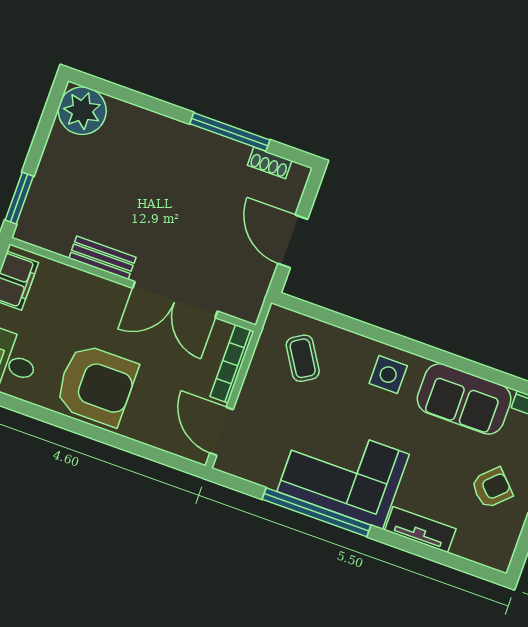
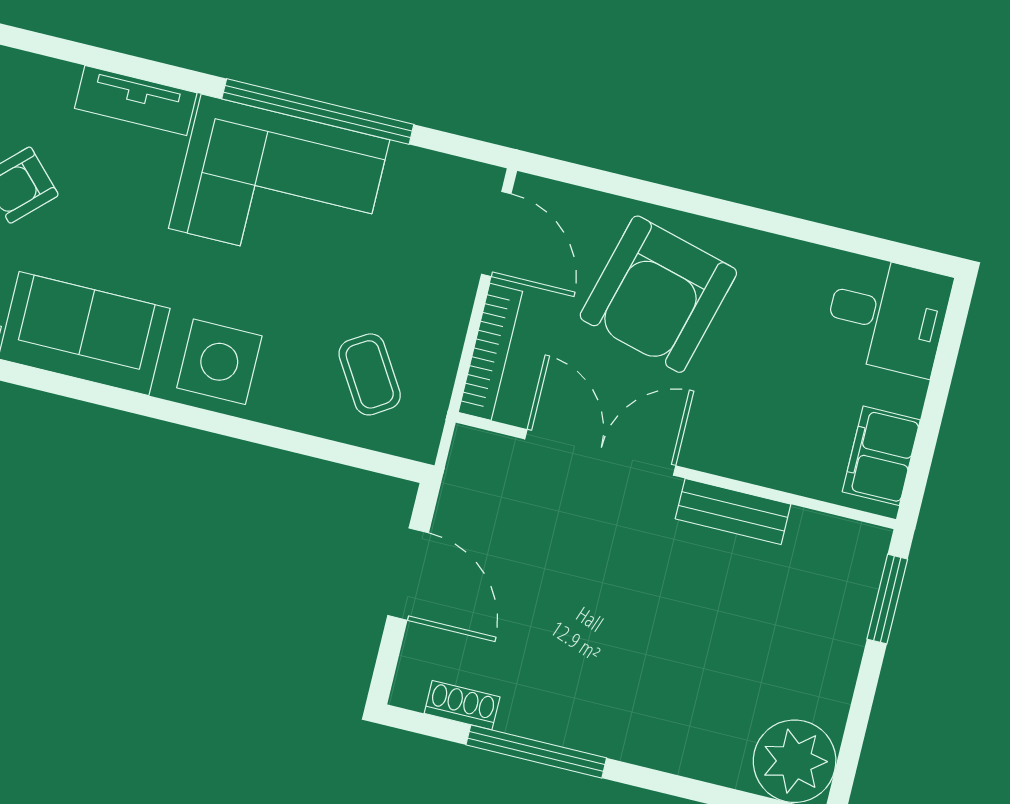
side table: (388, 375) -> (219, 362), width x1.37, depth x1.37
armchair: (96, 385) -> (658, 294), moved, turned -75

